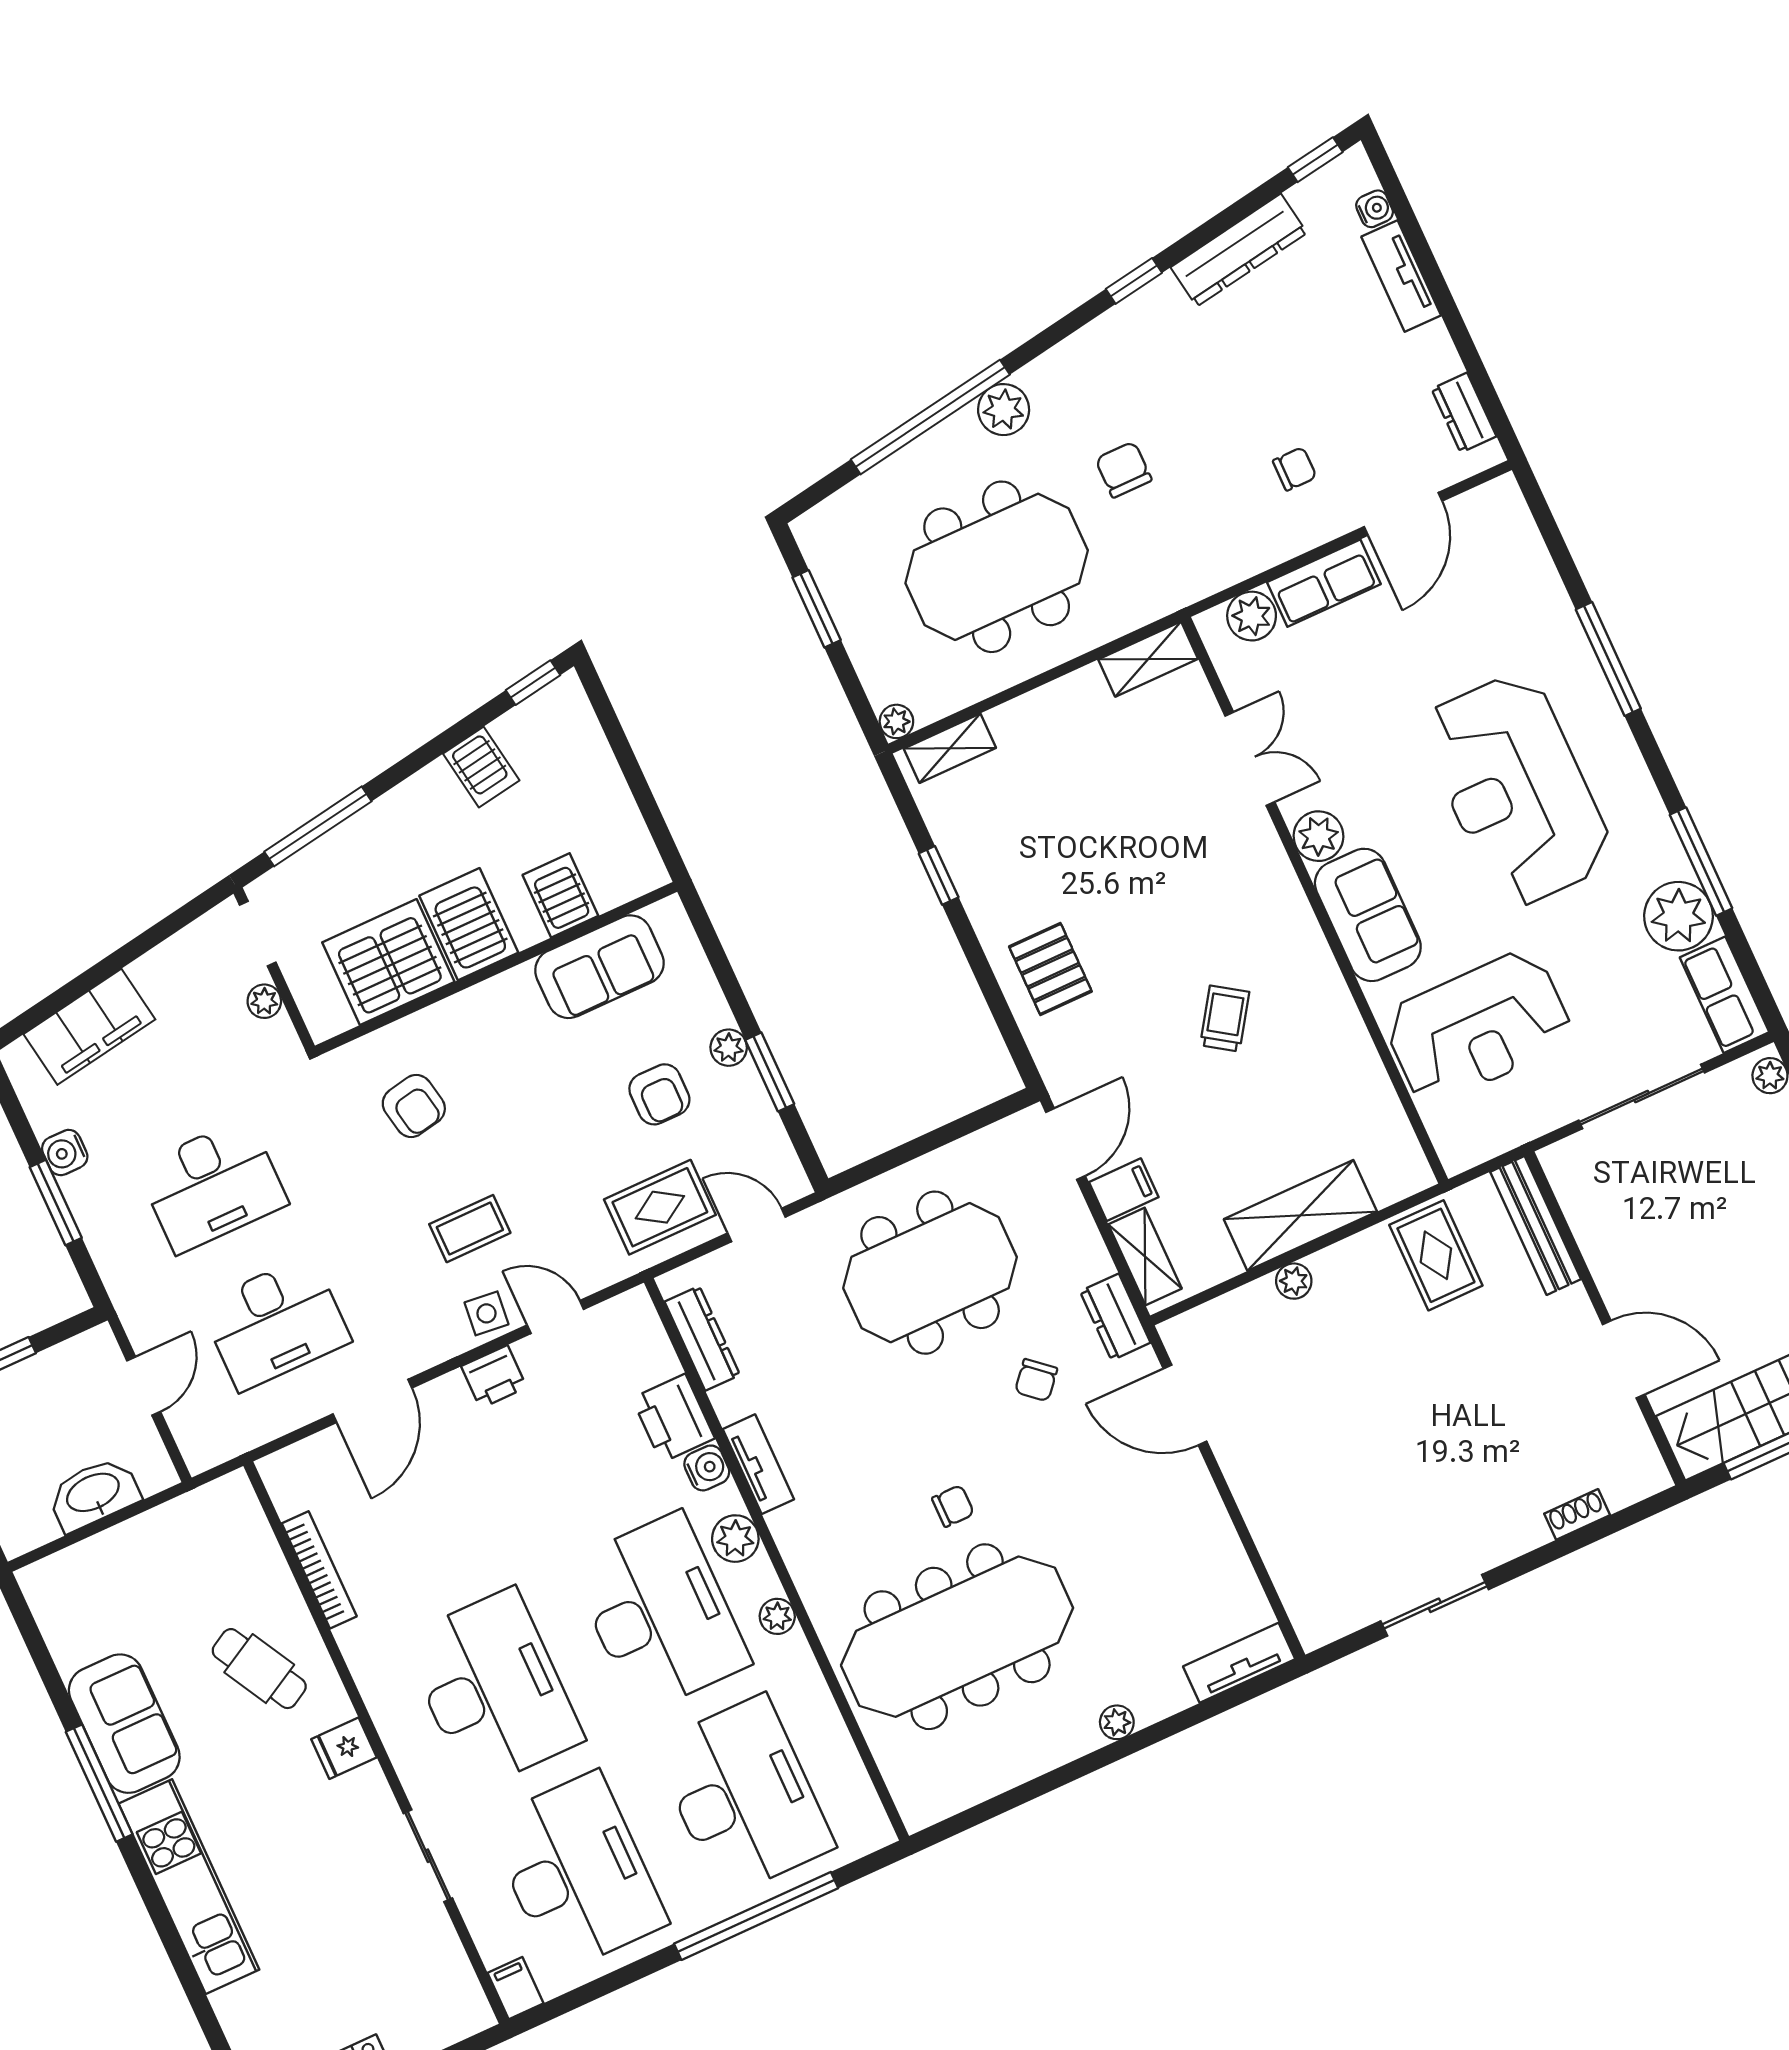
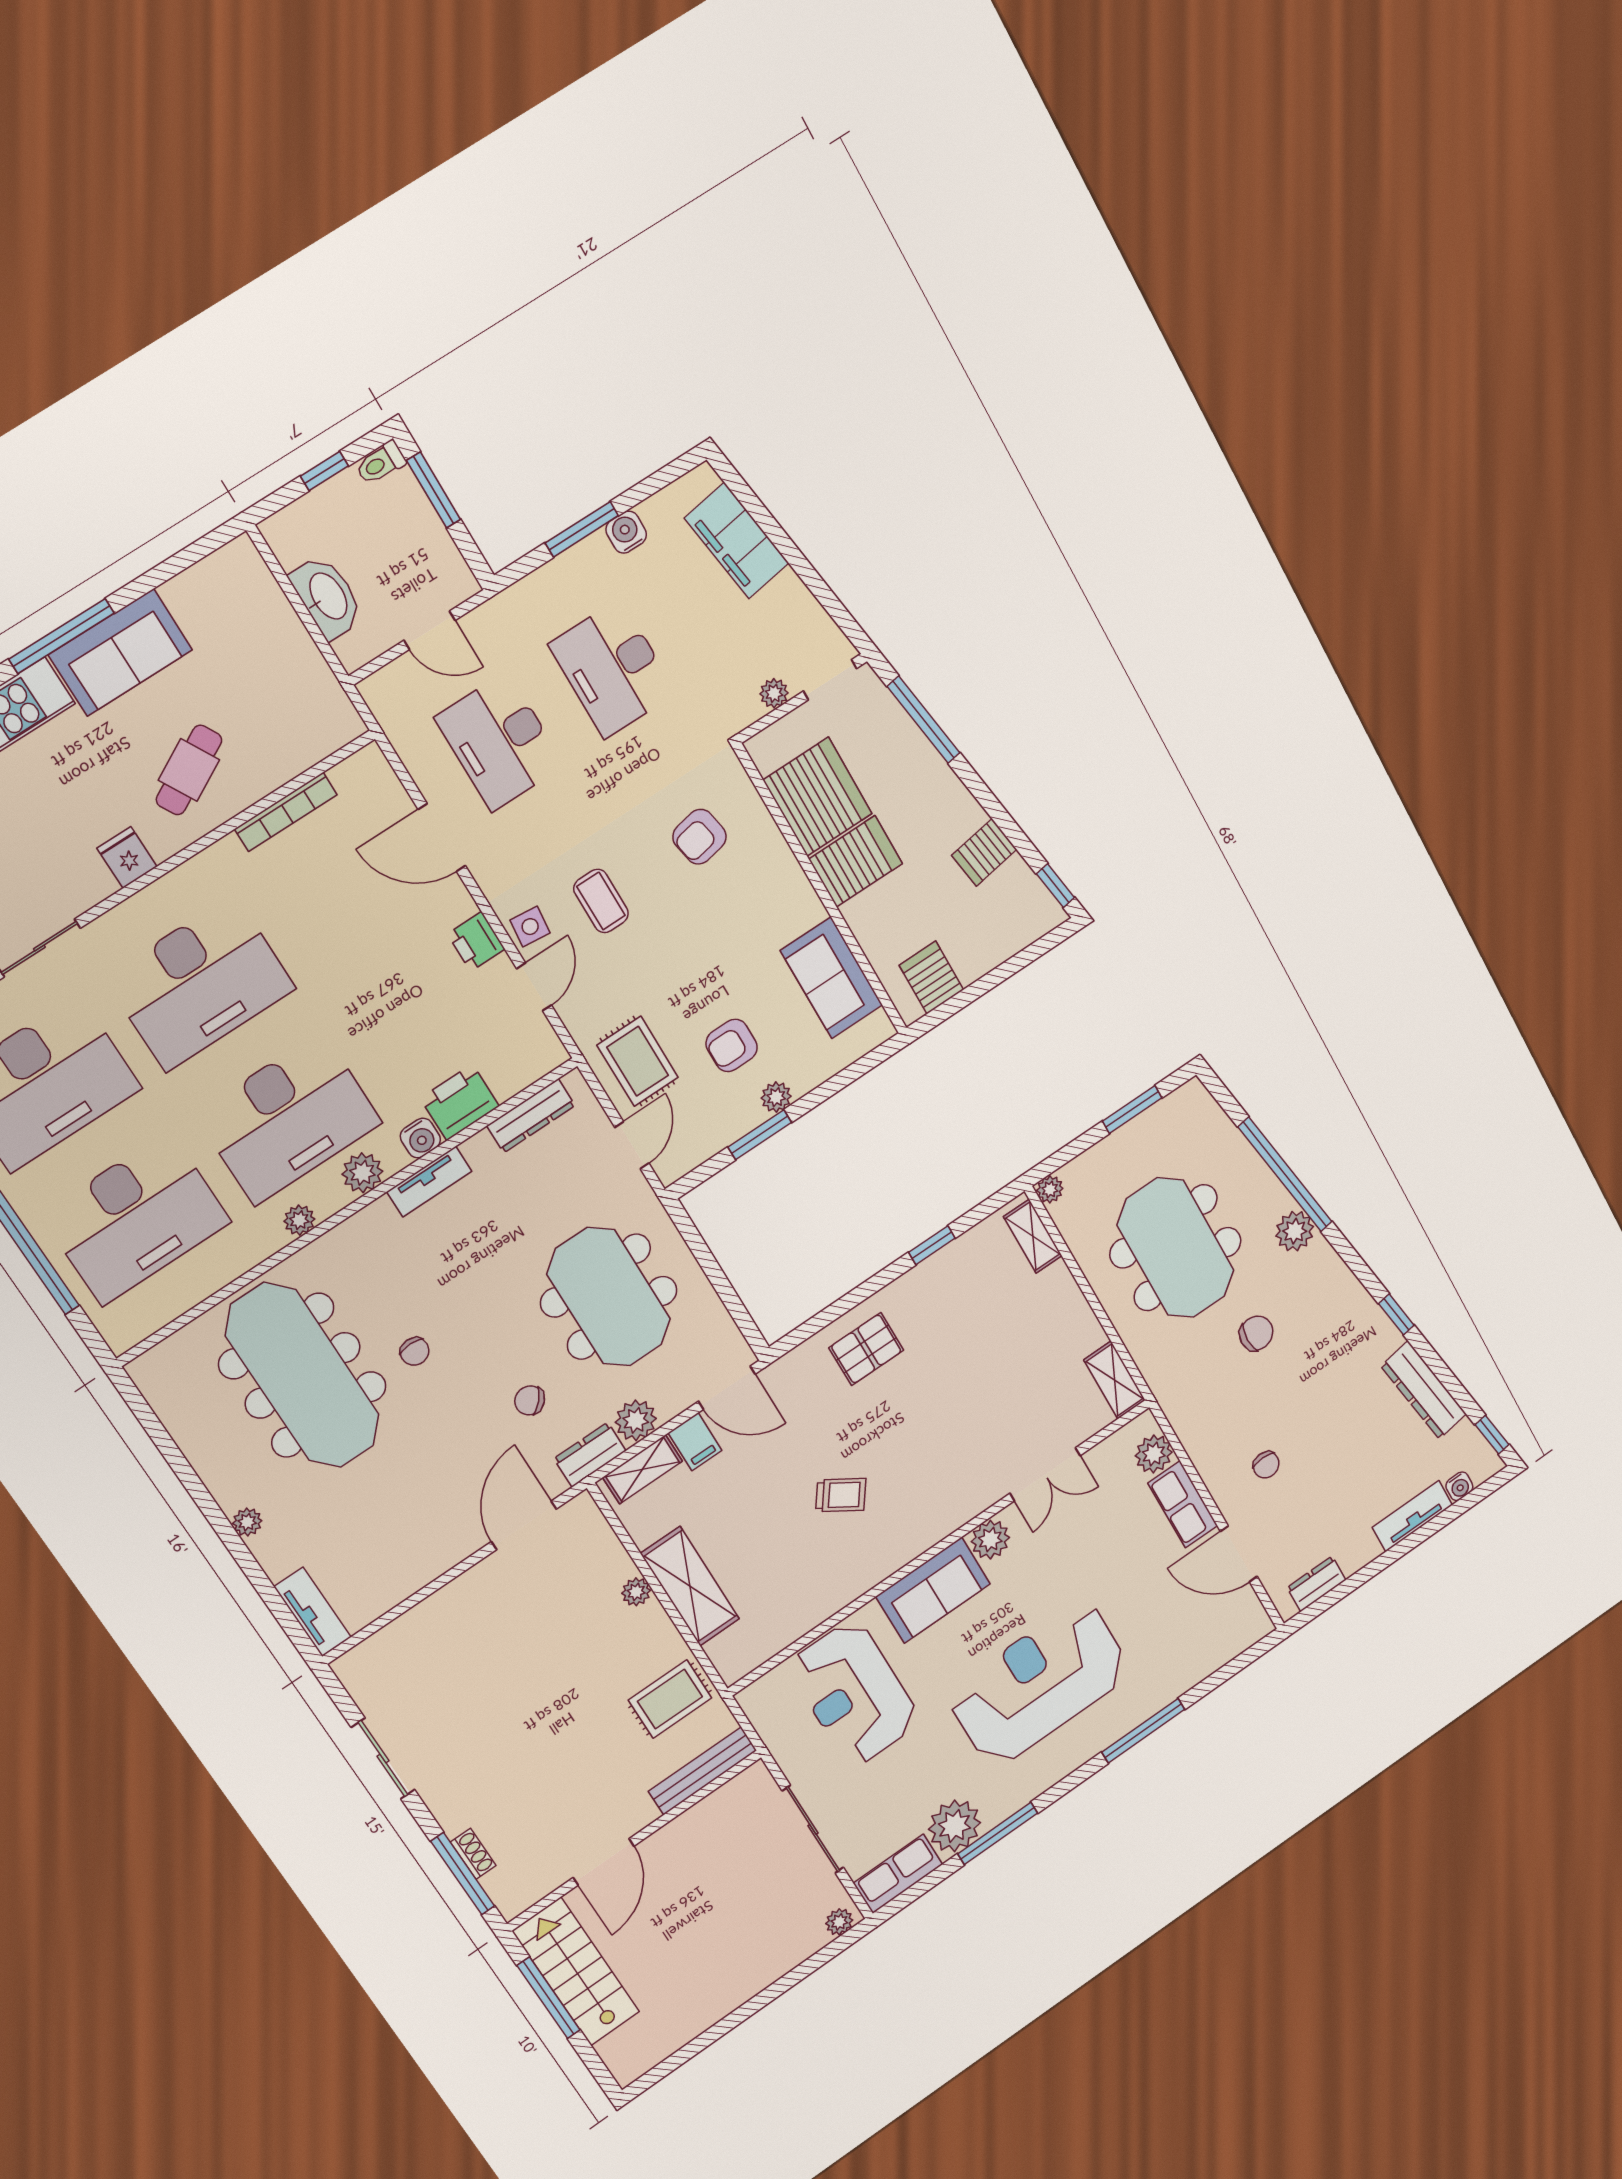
server rack: (560, 895) -> (931, 978), moved, turned -90
plant: (1084, 1258) -> (636, 1420), added
window: (1599, 1530) -> (463, 1874), added

